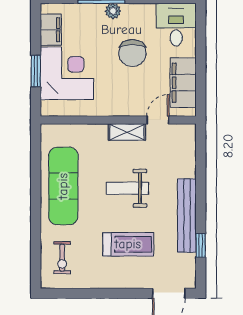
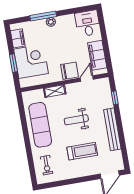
chair: (132, 53) -> (69, 71), moved, turned -90
shelving: (127, 132) -> (55, 91), moved
window: (201, 245) -> (115, 98), moved

